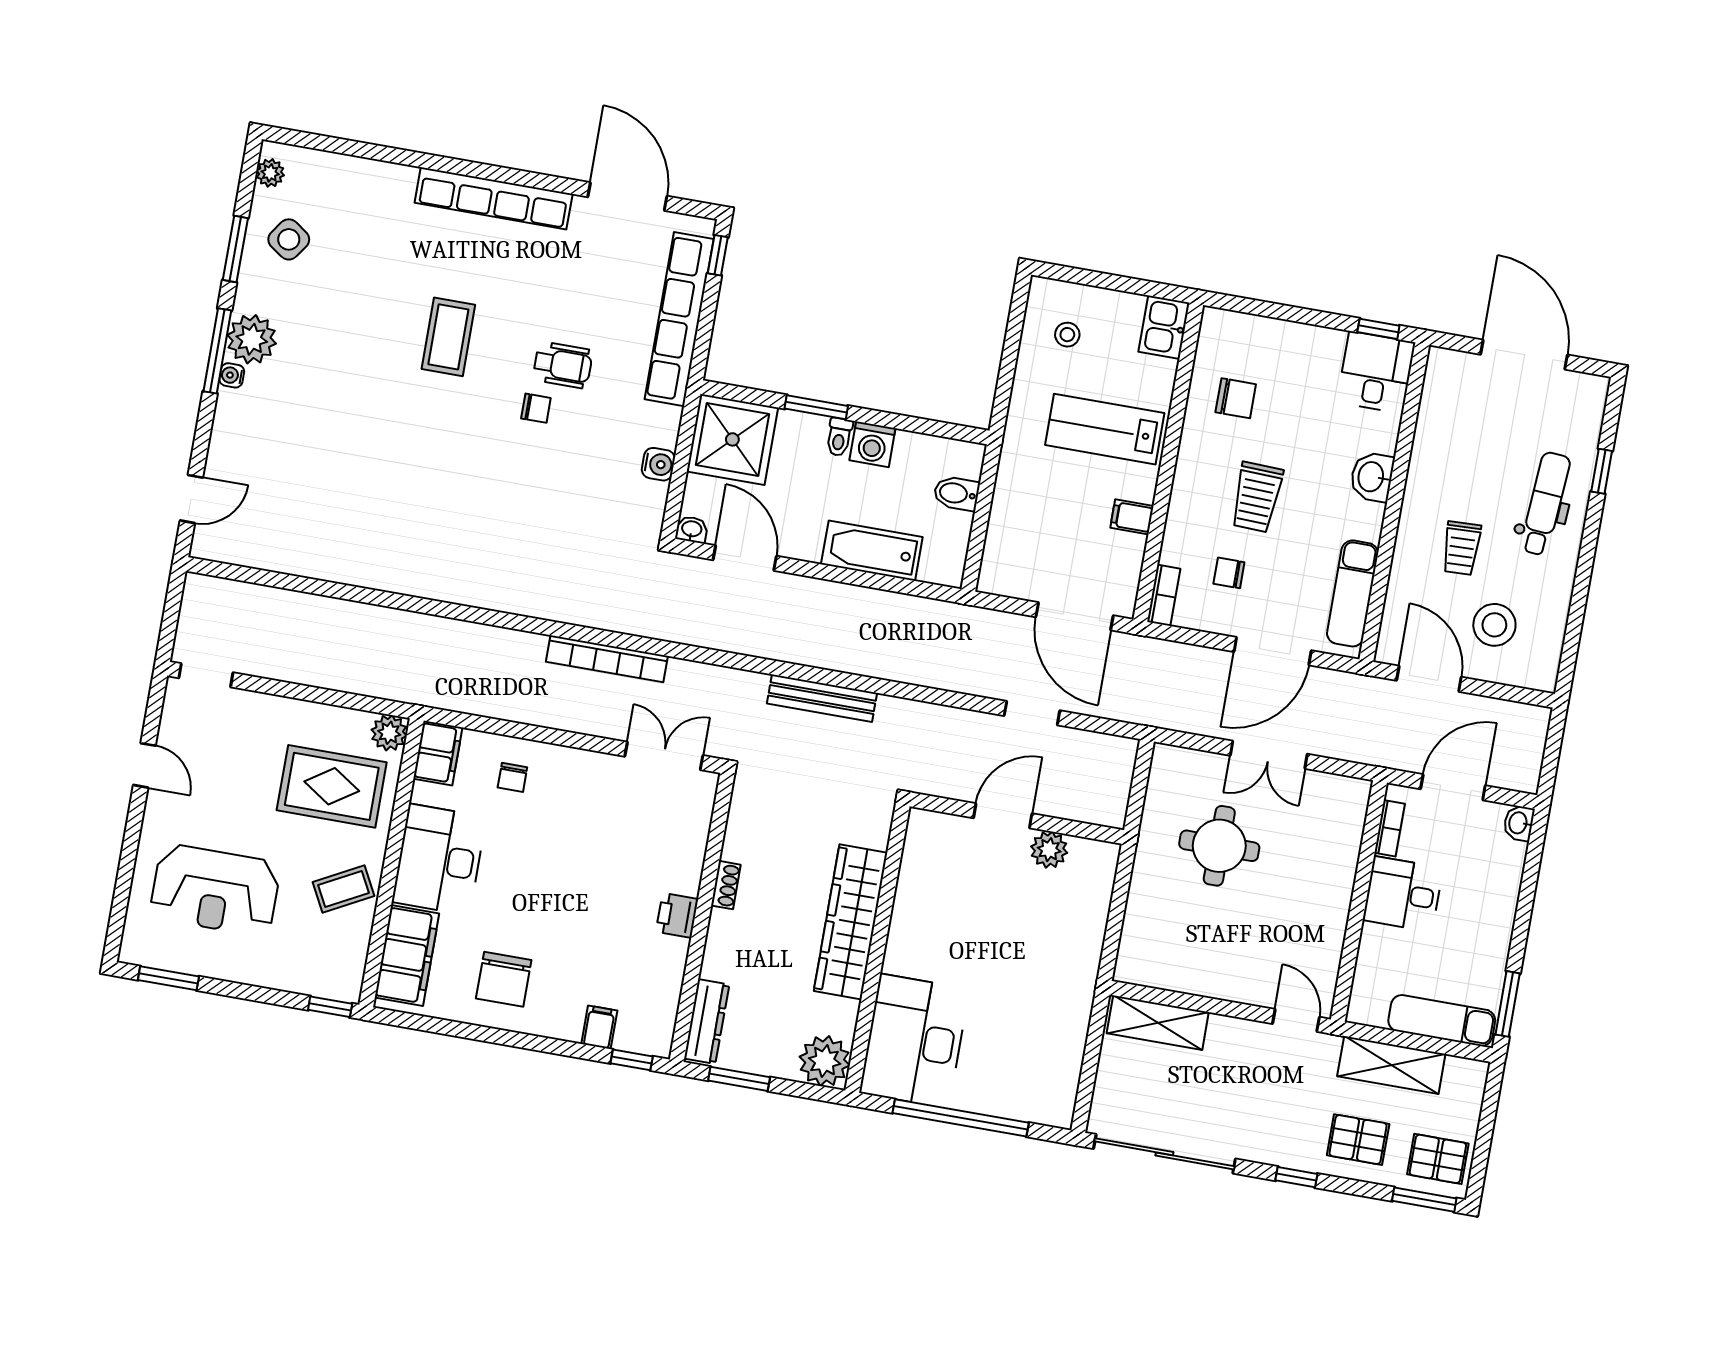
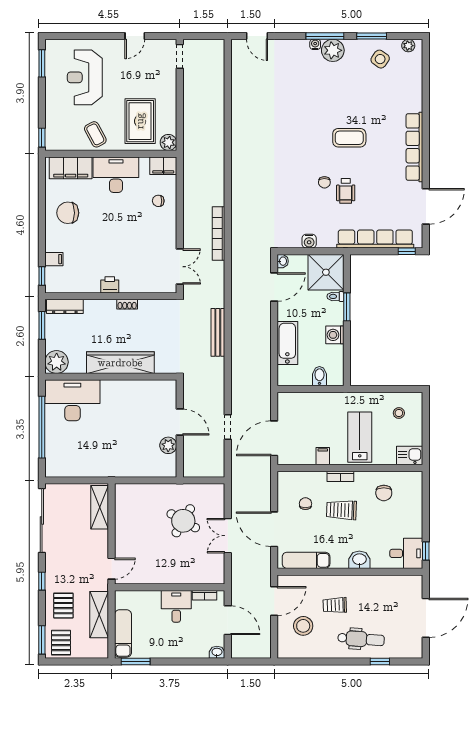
toilet: (839, 437) -> (335, 296), moved
bookcase: (1164, 595) -> (340, 476), moved
round table: (1219, 846) -> (183, 521), turned 30

